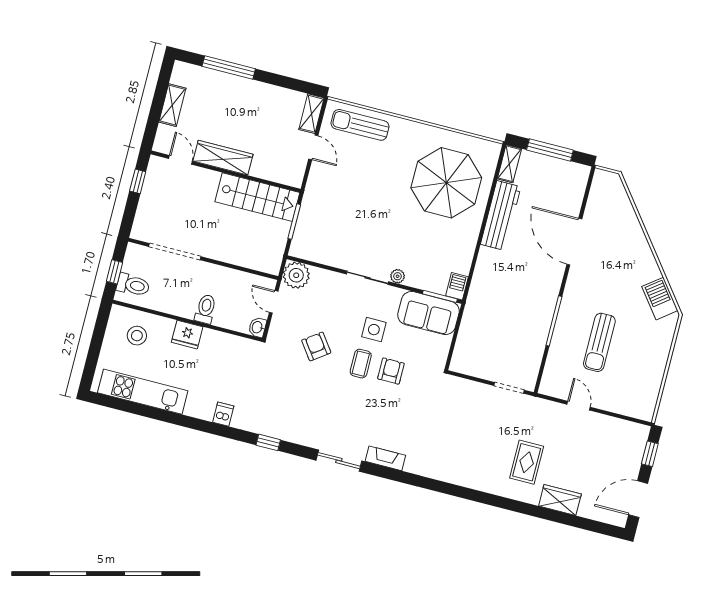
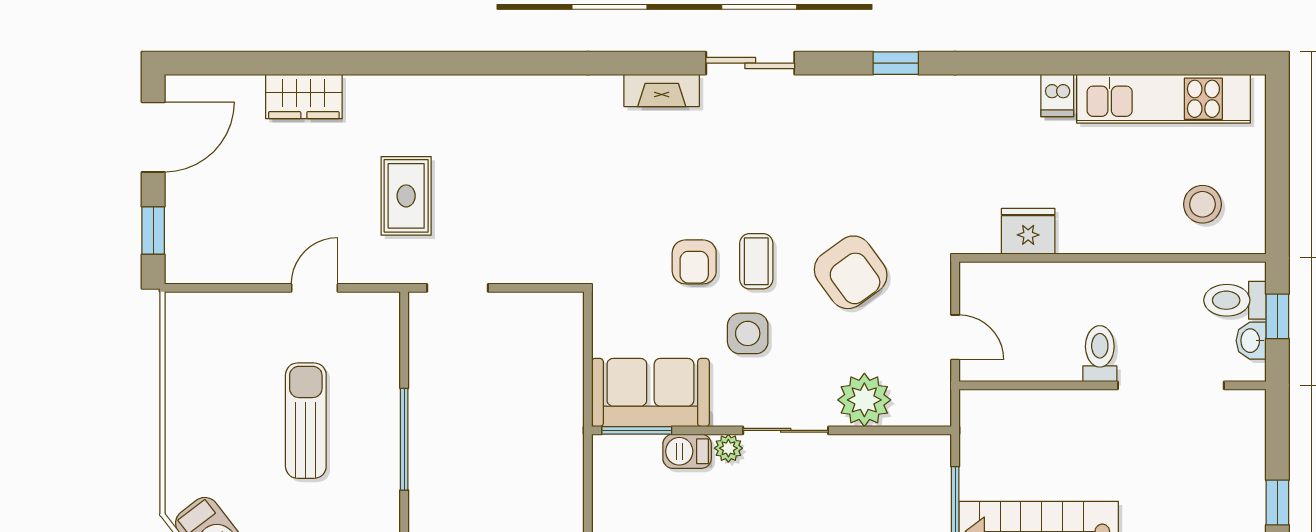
plant: (296, 275) -> (864, 400), moved
barbecue: (457, 286) -> (687, 451), moved, turned 90
toilet: (206, 309) -> (1100, 354), moved, turned 180
washbasin: (257, 327) -> (1251, 341), moved, turned 180
fridge: (187, 335) -> (1028, 231), moved
armchair: (316, 346) -> (851, 272), width x1.38, depth x1.38
door: (579, 406) -> (315, 288), swing flipped
dishwasher: (223, 414) -> (1057, 95), moved
rug: (527, 462) -> (406, 196), moved

